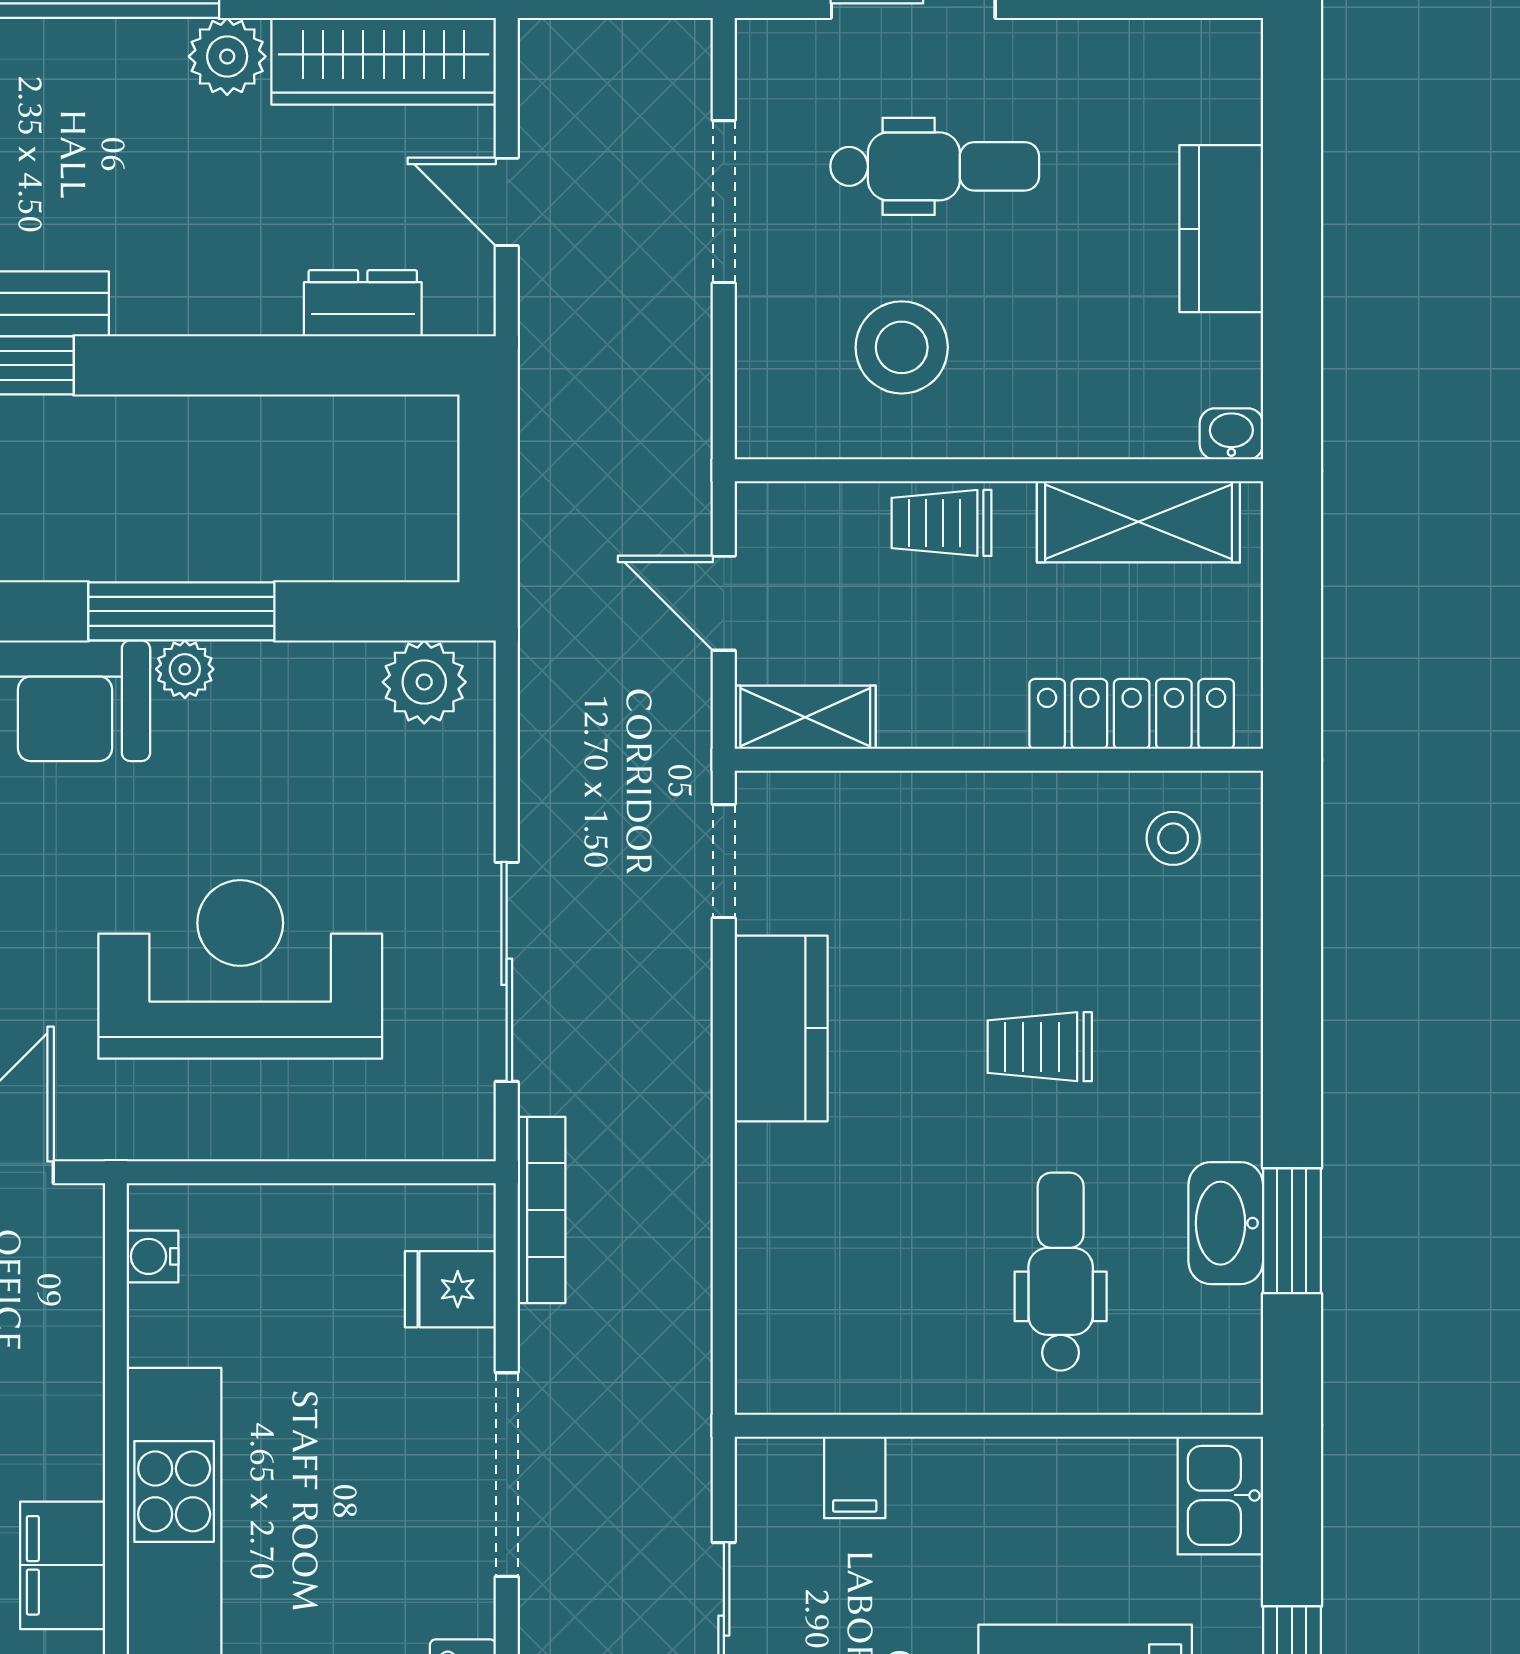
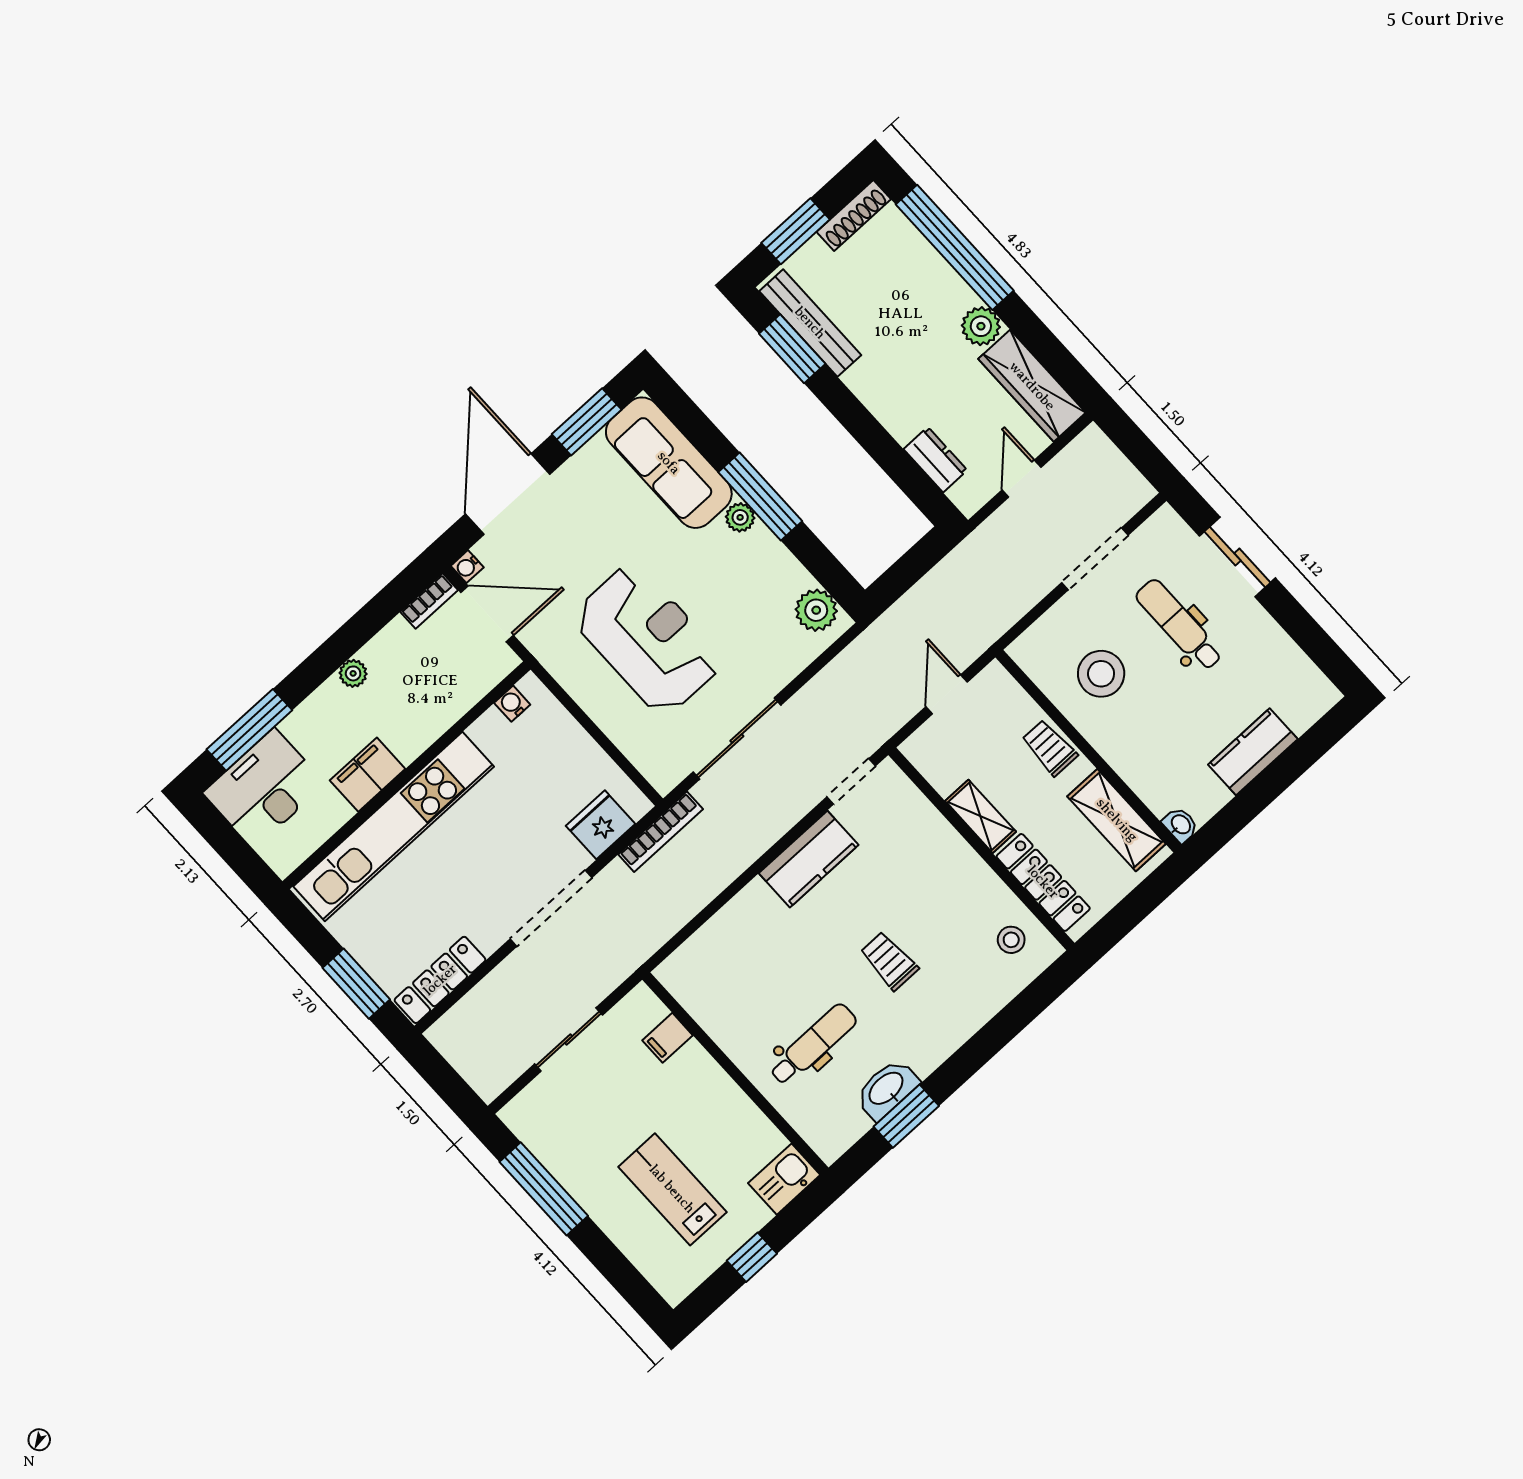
dental chair: (935, 166) -> (1179, 625), turned 180
shelving: (805, 717) -> (981, 816), moved
fridge: (450, 1289) -> (601, 825), width x1.38

